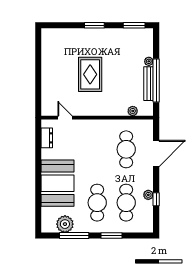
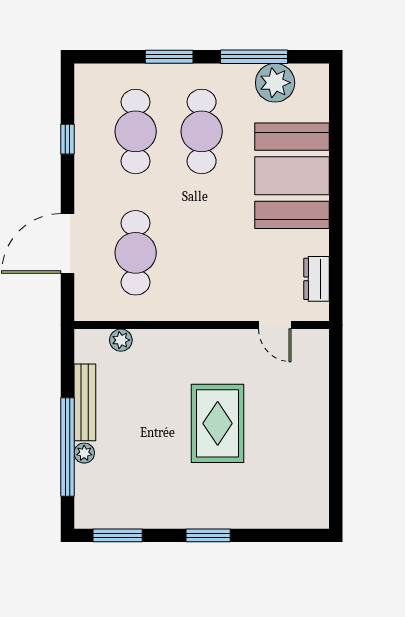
window: (156, 80) -> (67, 447), moved
plant: (148, 195) -> (85, 149), removed

